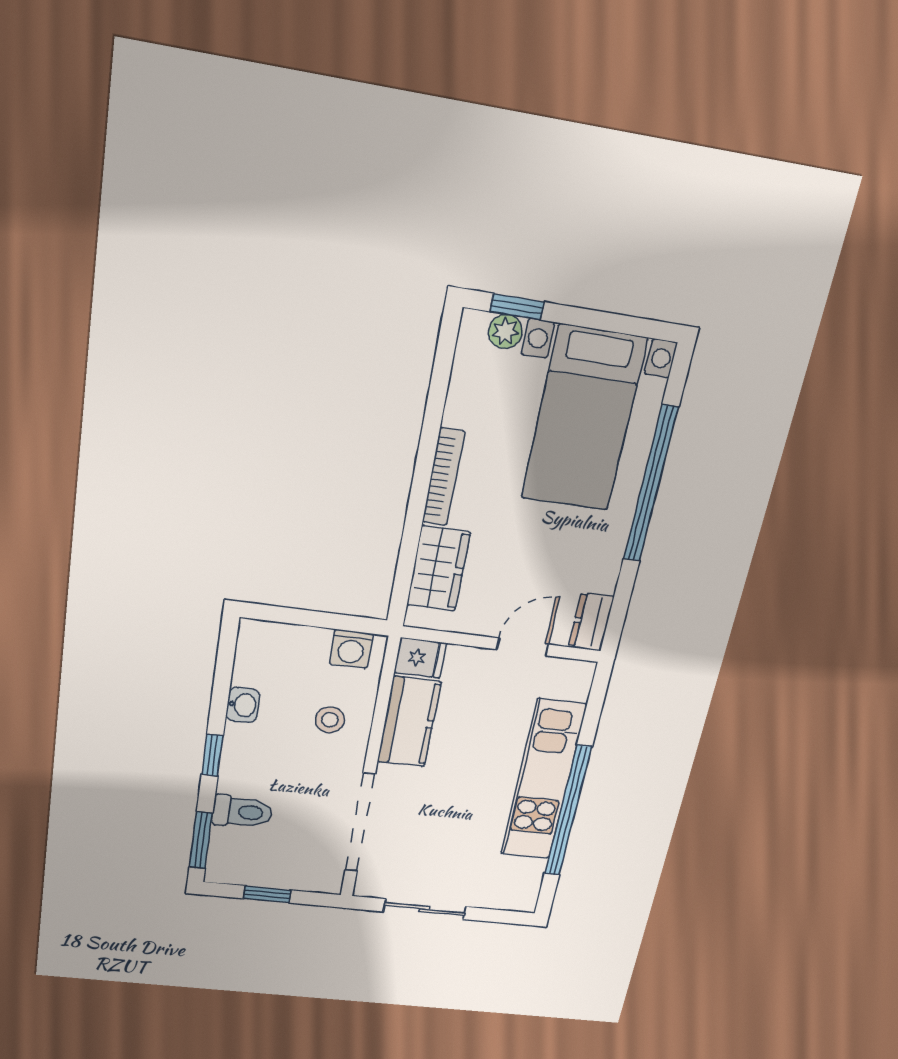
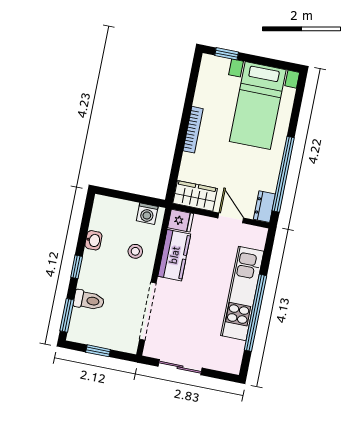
plant: (505, 332) -> (221, 64), removed
window: (651, 484) -> (283, 174), moved
wardrobe: (438, 569) -> (195, 196), moved, turned -90
door: (523, 647) -> (231, 218), hinge flipped

